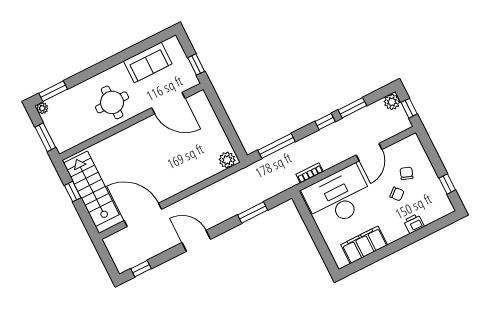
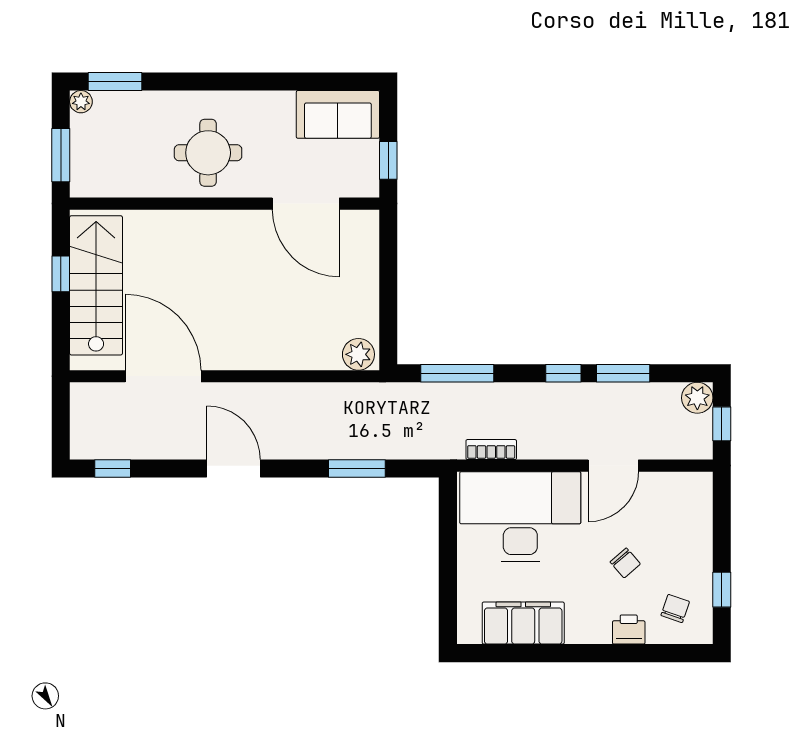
sofa: (148, 62) -> (338, 114), moved
chair: (406, 173) -> (675, 608), moved

